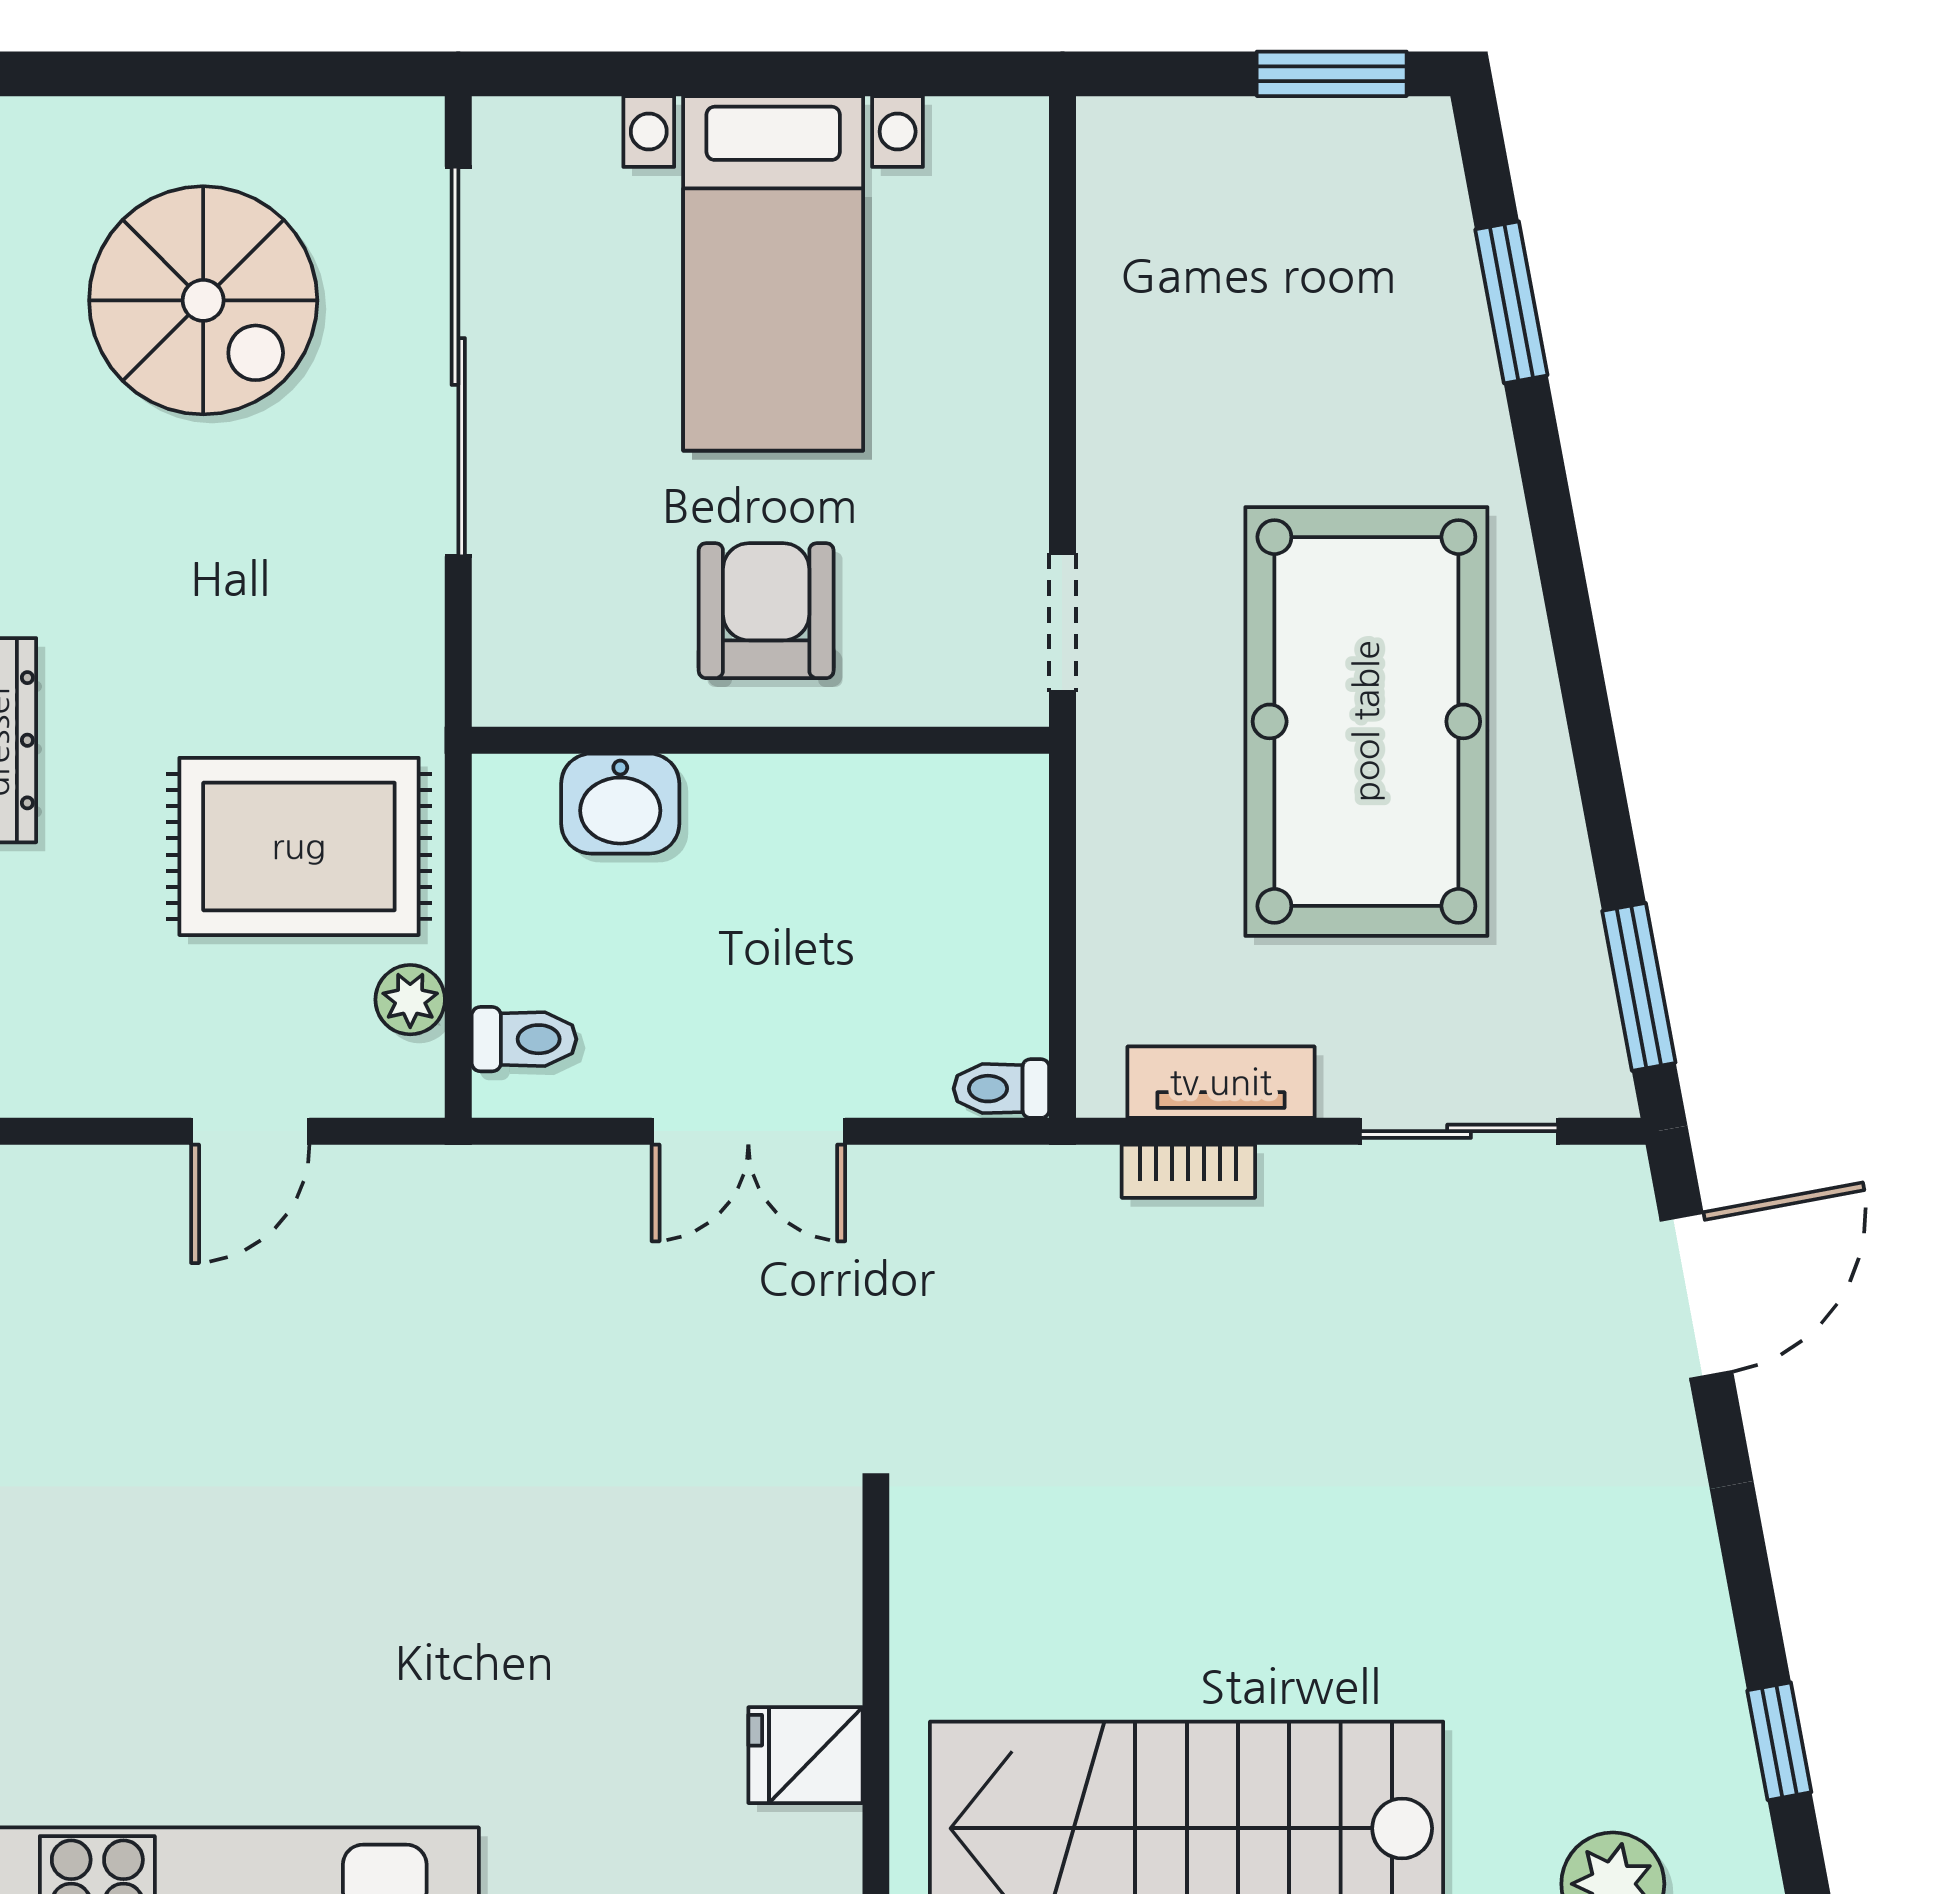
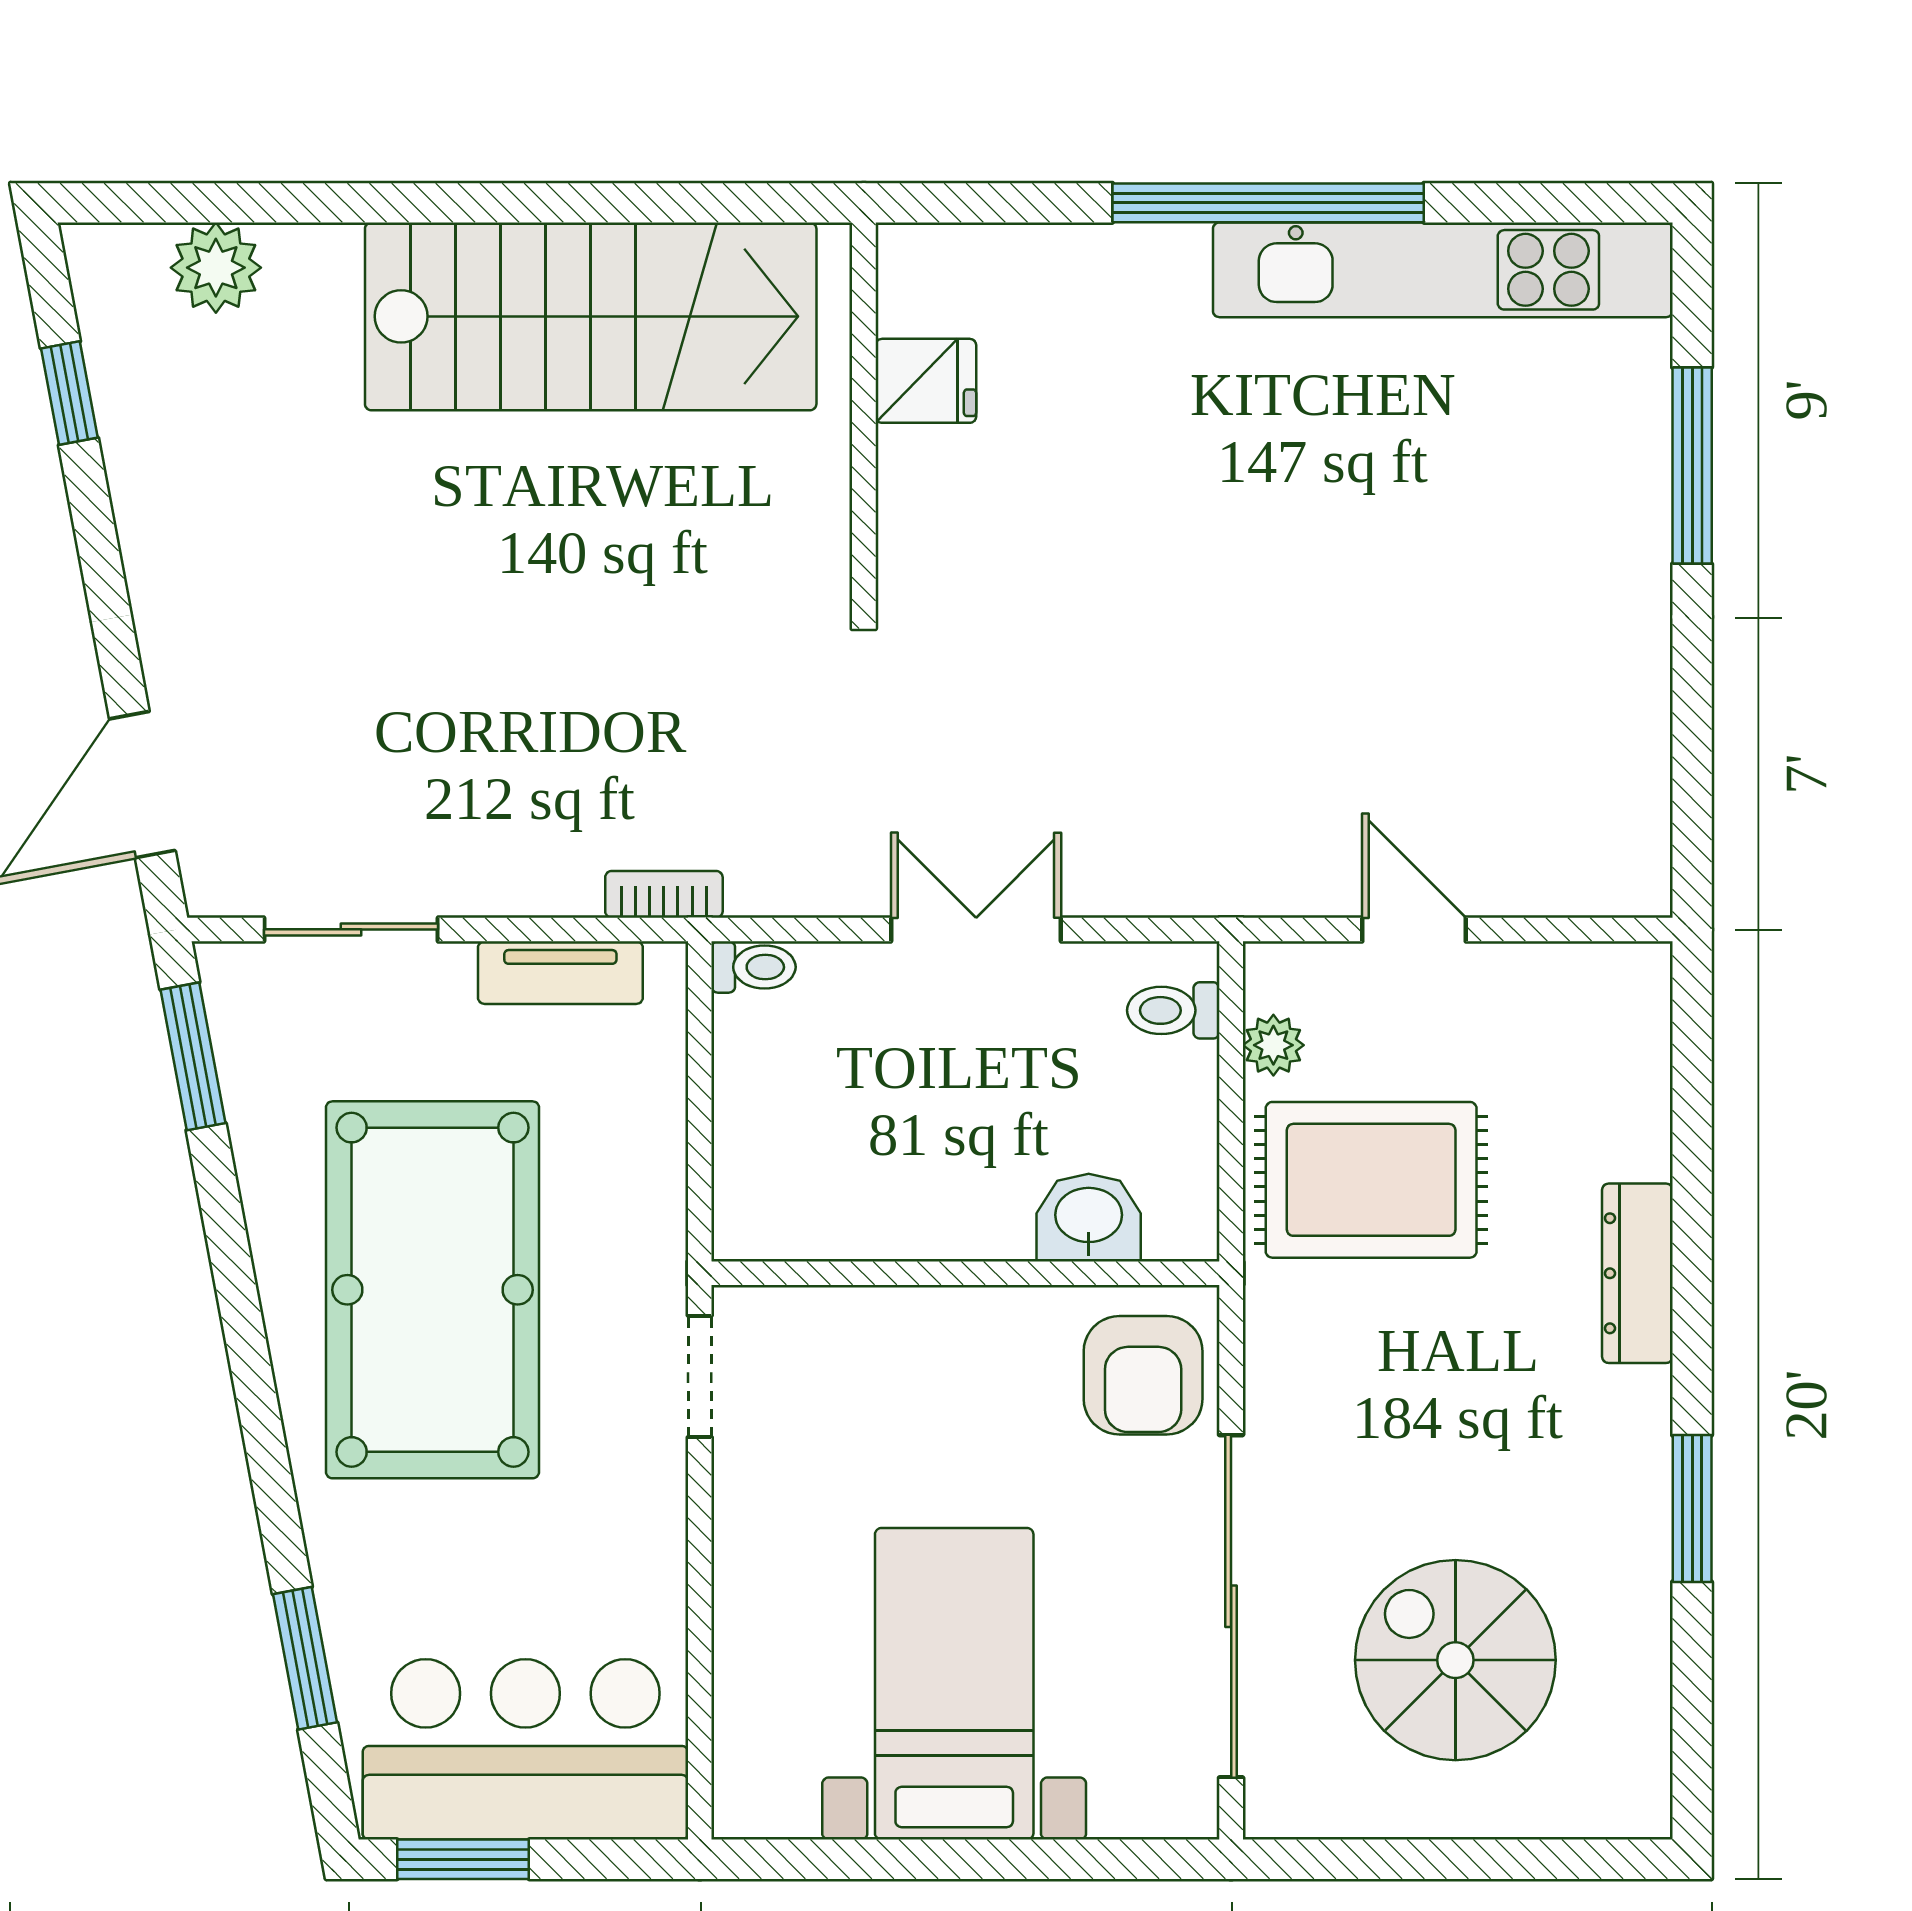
bar counter: (1261, 199) -> (525, 1749), added
armchair: (766, 611) -> (1143, 1375), moved
door: (250, 1131) -> (1414, 929), hinge flipped
bookcase: (1188, 1171) -> (664, 894), moved

